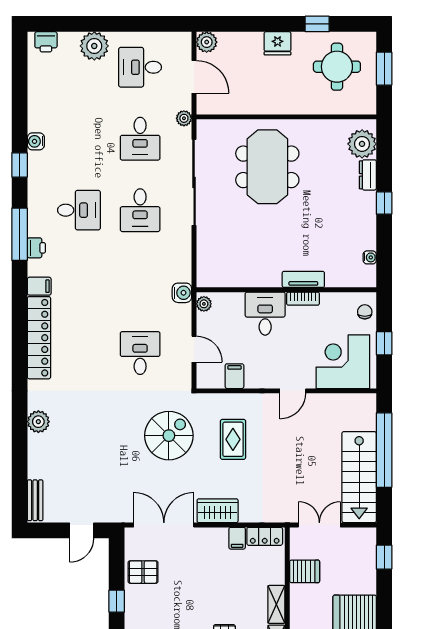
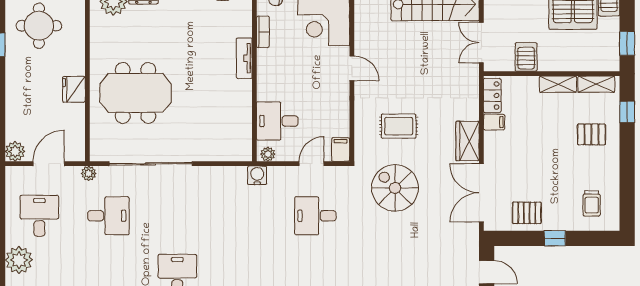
fridge: (278, 43) -> (74, 89), moved, turned 180
desk: (140, 67) -> (39, 216), turned 180
desk: (140, 210) -> (177, 216), removed
bookcase: (303, 299) -> (263, 32), moved
desk: (265, 314) -> (277, 121), moved
filing cabinet: (234, 376) -> (341, 149), moved, turned 90
pallet: (143, 572) -> (527, 213), turned 90

